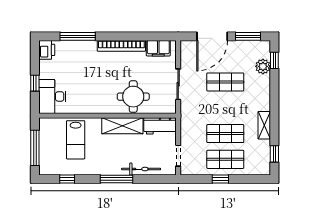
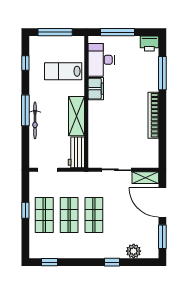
filing cabinet: (158, 48) -> (96, 89), moved, turned 180
window: (274, 60) -> (112, 262), moved
shop shelf: (225, 82) -> (94, 215), moved
window: (35, 83) -> (118, 32), width x2.17
desk: (52, 96) -> (101, 60), moved, turned -90
round table: (133, 97) -> (105, 127), removed
shelving: (264, 125) -> (145, 178), moved
bicycle: (141, 169) -> (35, 120), moved

